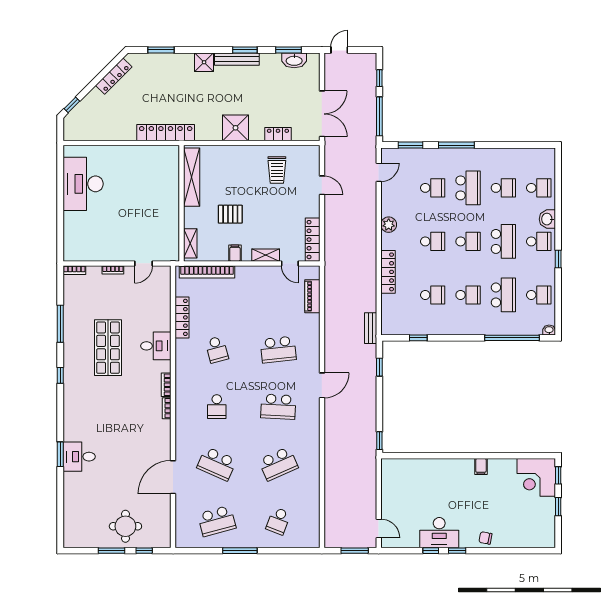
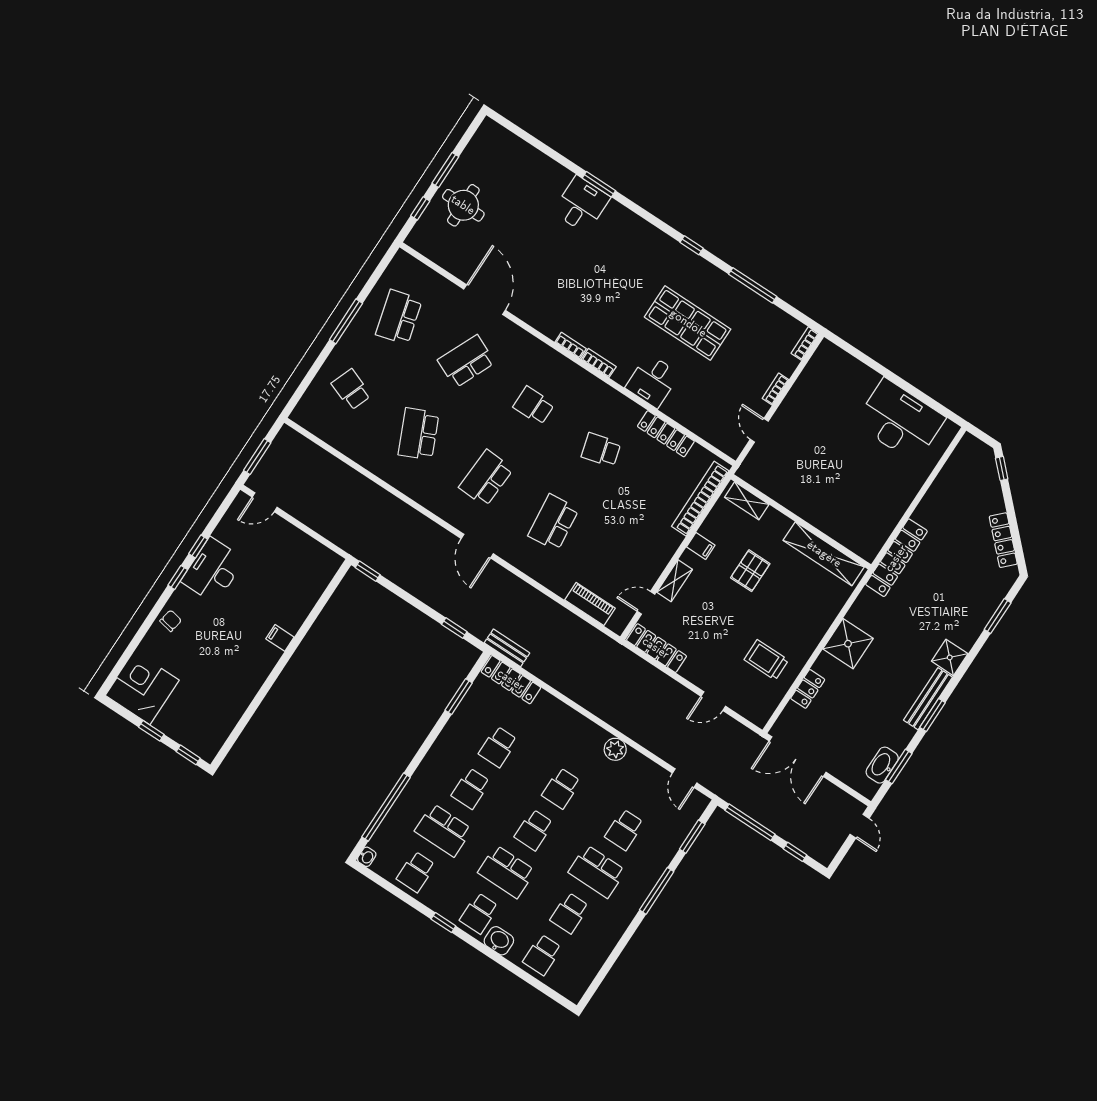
locker: (388, 272) -> (511, 680), moved
window: (418, 338) -> (459, 697), width x1.50
filing cabinet: (481, 467) -> (280, 638), moved
corner desk: (536, 477) -> (142, 688), moved

